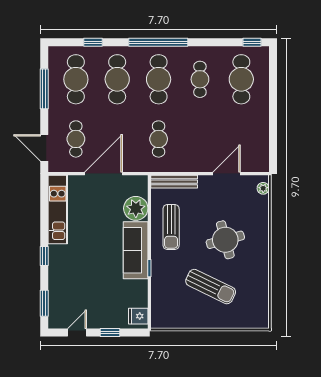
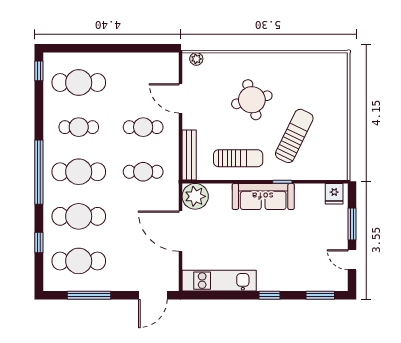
cafe table: (76, 139) -> (143, 127), moved
plant: (136, 208) -> (195, 196), moved
sun lounger: (211, 287) -> (294, 136), moved
window: (110, 333) -> (352, 224), width x1.50

